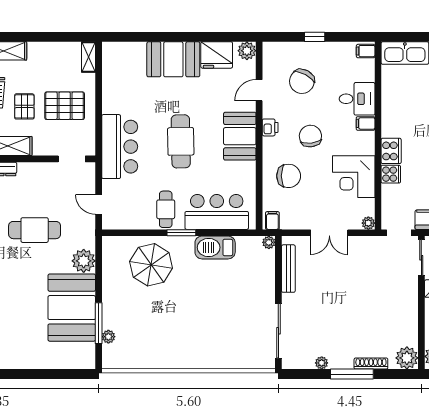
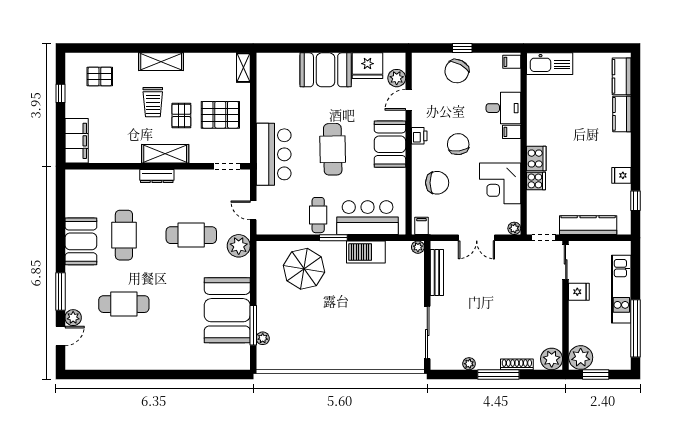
plant: (247, 51) -> (397, 78), moved
chair: (302, 81) -> (457, 71), moved
plant: (84, 261) -> (239, 246), moved

